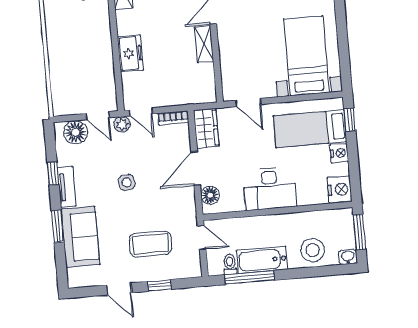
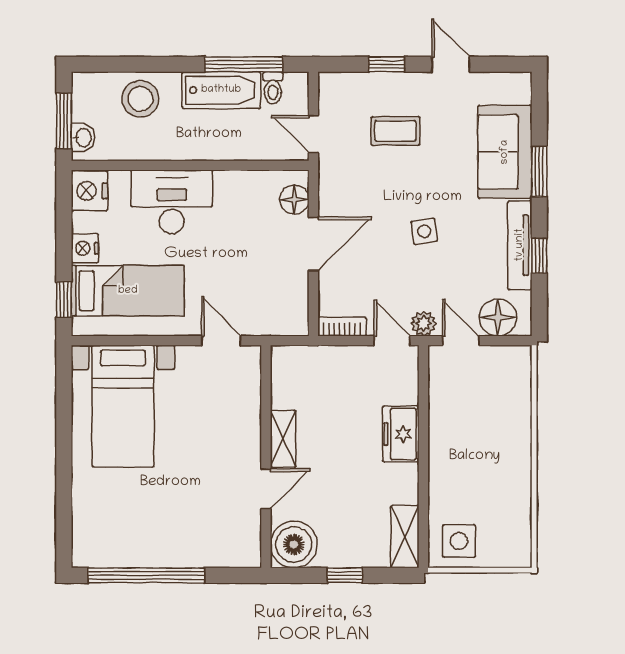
wardrobe: (206, 128) -> (291, 306), removed
tv unit: (67, 187) -> (520, 245), width x1.41
desk: (270, 189) -> (172, 202), moved
coffee table: (150, 244) -> (395, 131), width x0.73, depth x0.77
washbasin: (348, 257) -> (83, 138), moved, turned -90

